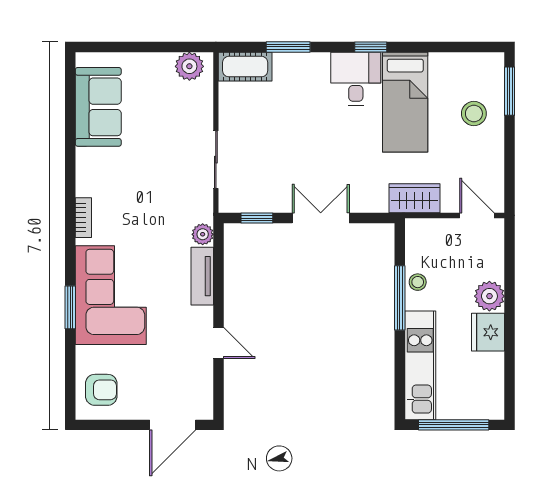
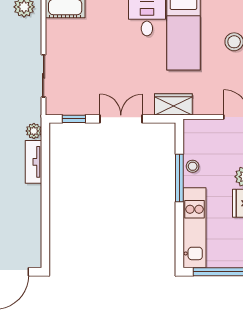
wardrobe: (415, 198) -> (173, 104), moved
door: (218, 343) -> (45, 211), removed

